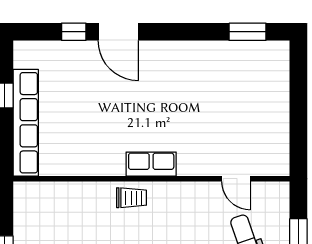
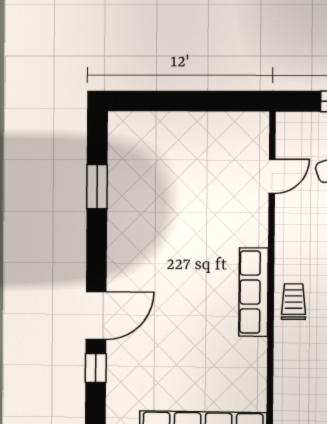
window: (248, 32) -> (97, 187), moved
row of seats: (151, 164) -> (253, 292), width x1.48

